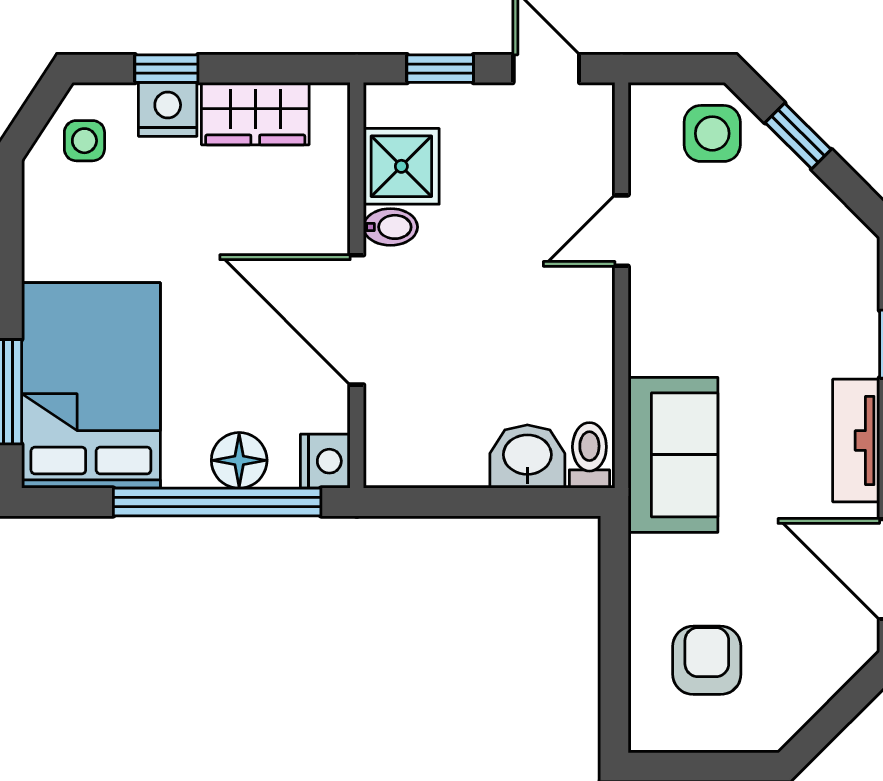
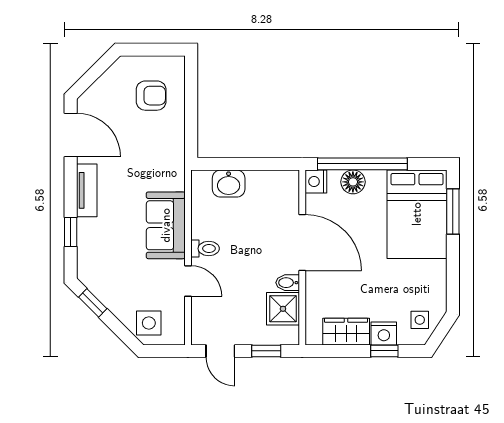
window: (798, 136) -> (93, 303), moved
door: (621, 231) -> (188, 281), hinge flipped
toilet: (589, 455) -> (205, 249), moved, turned -90
sofa: (673, 455) -> (166, 225), moved
armchair: (707, 660) -> (151, 96), turned -90

